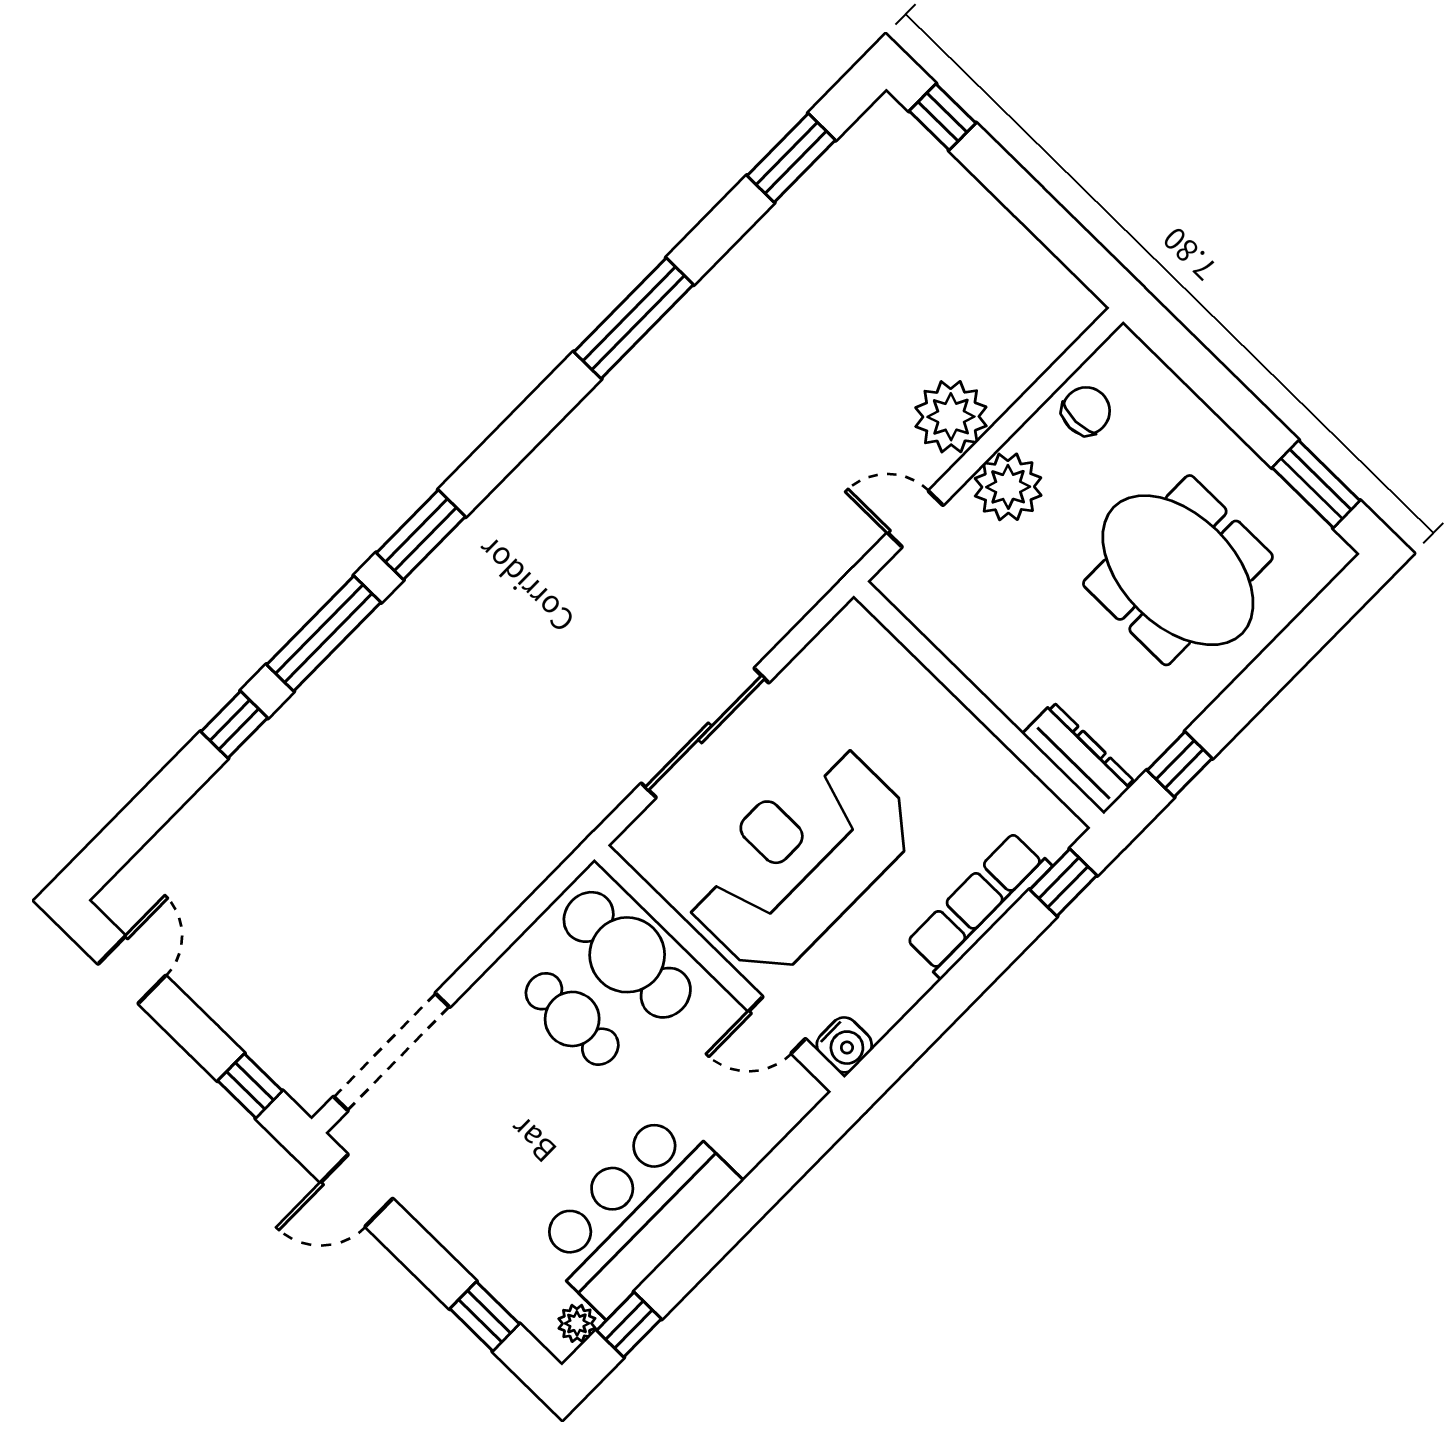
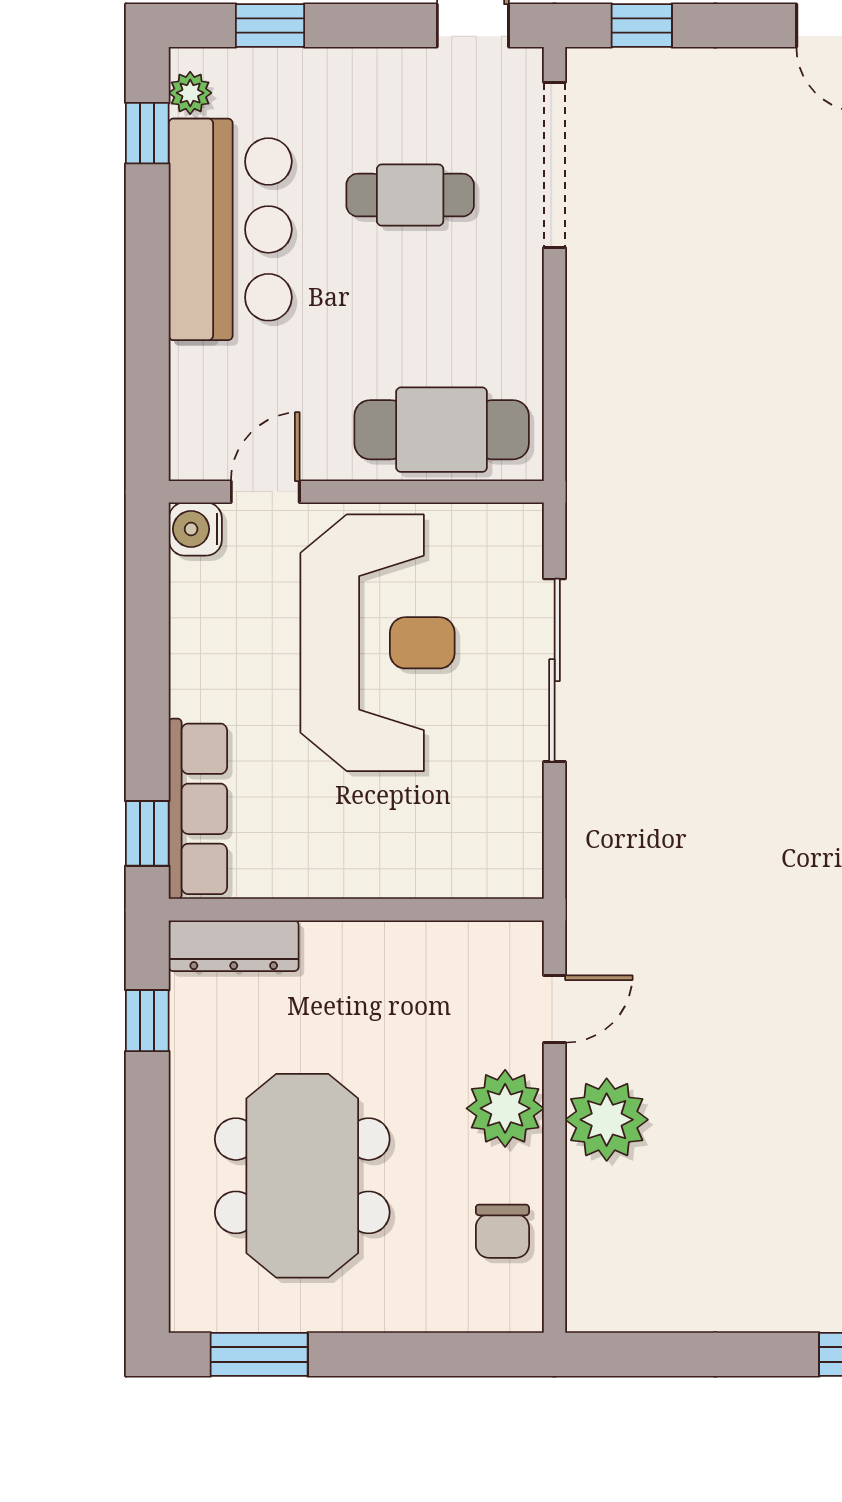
meeting table: (1178, 570) -> (302, 1176), turned 90
row of seats: (979, 905) -> (198, 809), moved
cafe table: (572, 1019) -> (410, 195), moved

